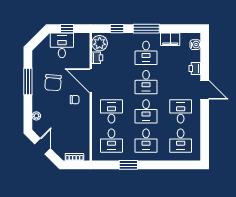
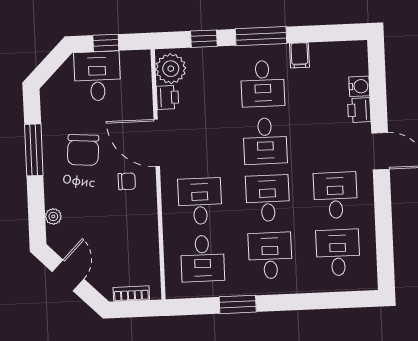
filing cabinet: (170, 39) -> (299, 55), width x0.50
water cooler: (195, 45) -> (359, 86), moved
desk: (146, 111) -> (268, 198), turned 180
desk: (146, 141) -> (270, 256), turned 180
desk: (181, 141) -> (338, 253), turned 180

